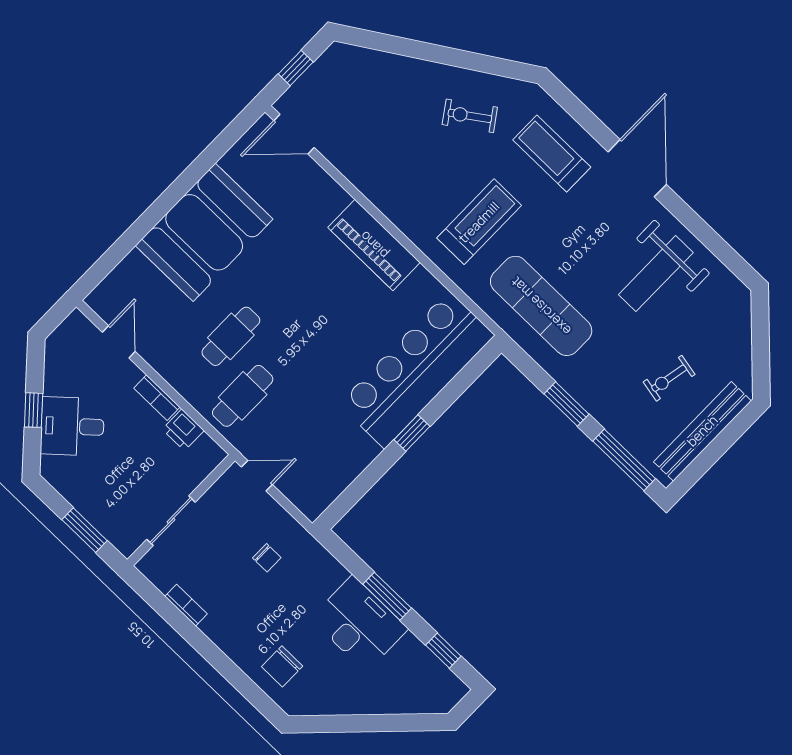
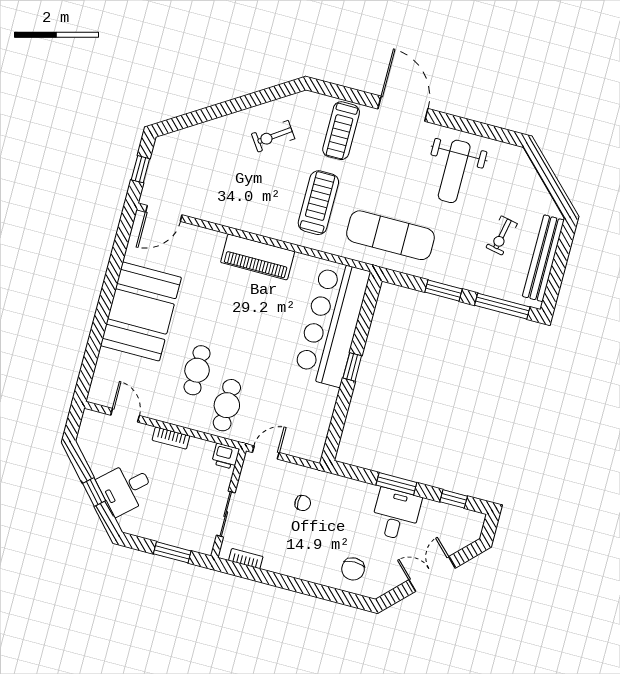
treadmill: (552, 153) -> (341, 131), turned -90
printer: (183, 430) -> (225, 456), moved
bookcase: (186, 605) -> (246, 559), moved
desk: (359, 624) -> (396, 514), width x0.73
double door: (370, 723) -> (432, 574), added

